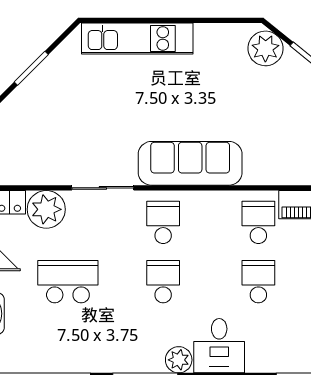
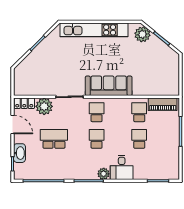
kitchen unit: (137, 38) -> (94, 30), width x1.36

